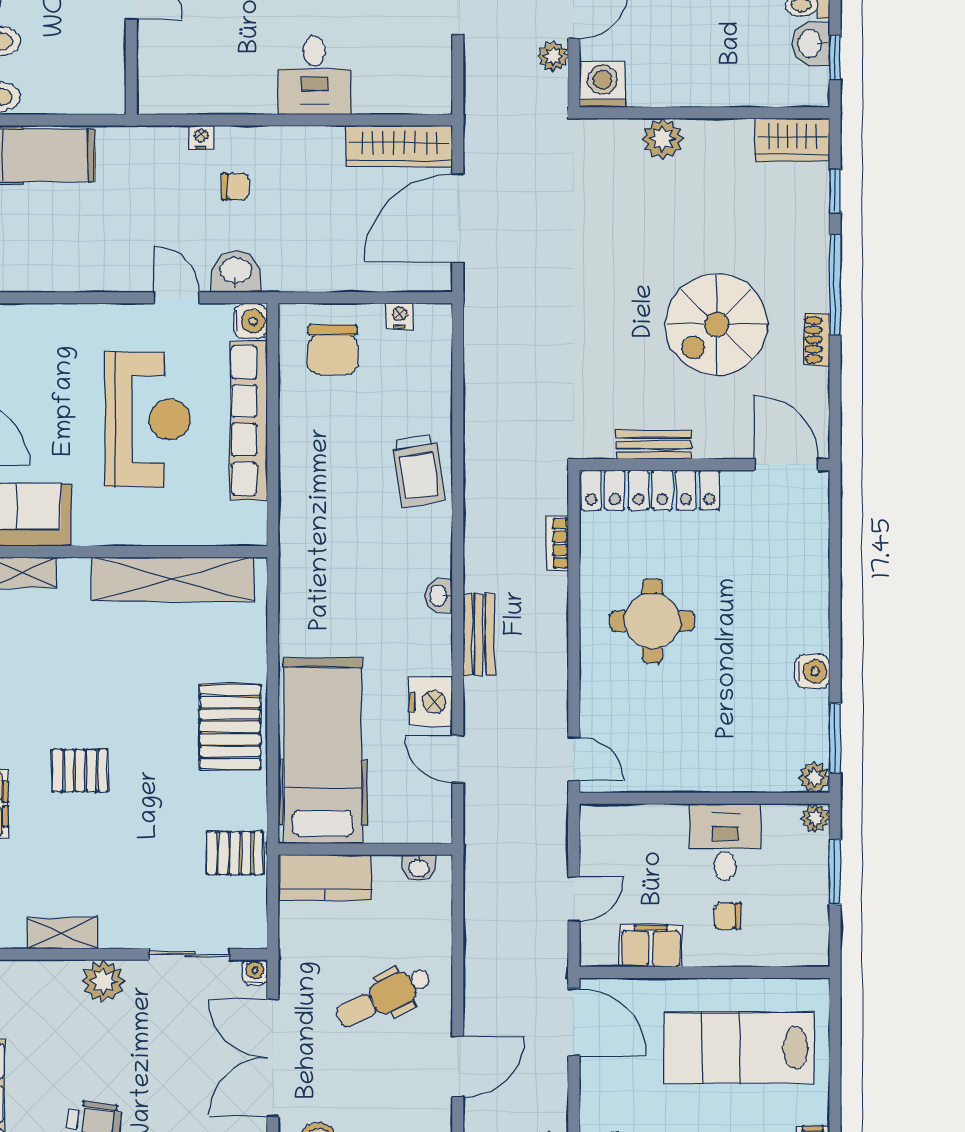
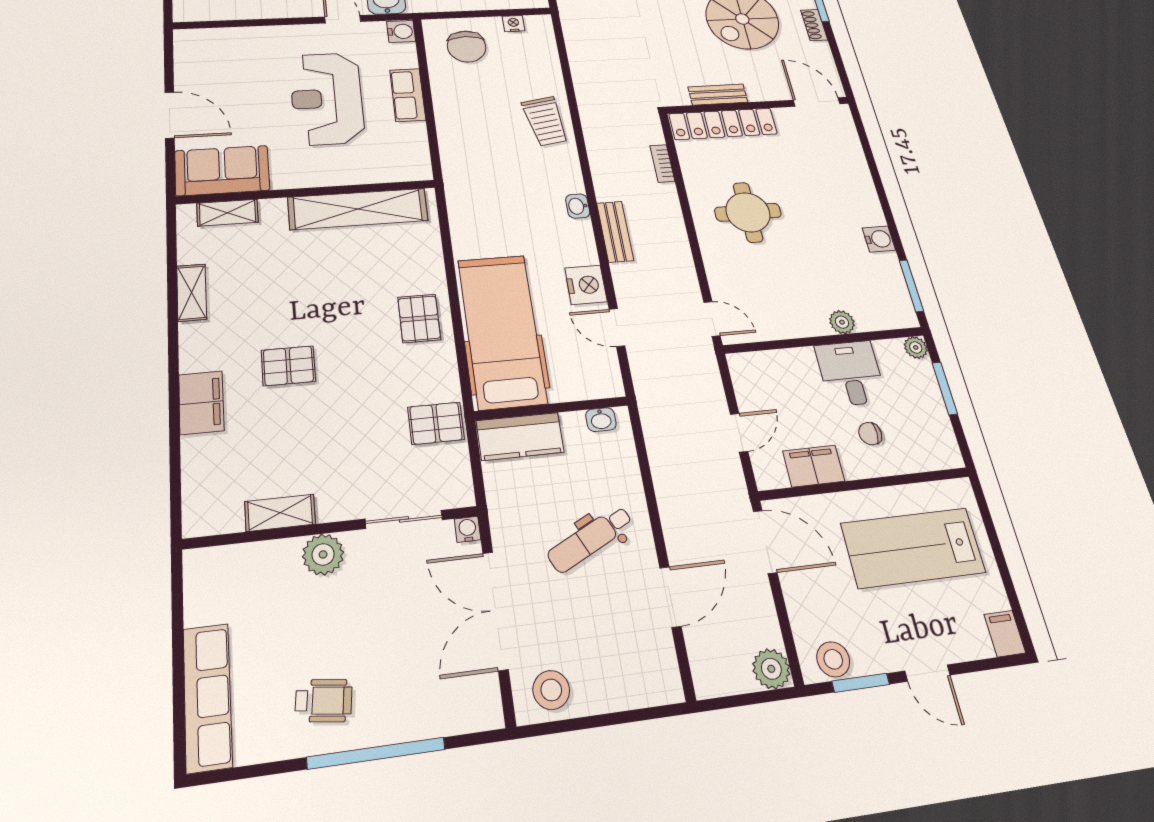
reception desk: (147, 419) -> (327, 98), turned 180
row of seats: (249, 420) -> (408, 95), width x0.50
pallet: (230, 727) -> (419, 318), width x0.67, depth x0.71
plant: (814, 777) -> (842, 322), moved

